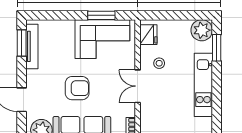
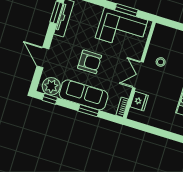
fridge: (148, 35) -> (139, 101), moved

